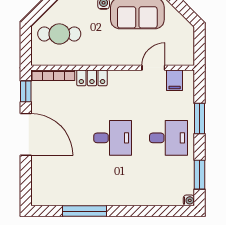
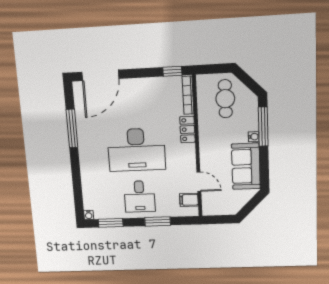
door: (26, 134) -> (100, 75), moved
desk: (113, 138) -> (136, 150), width x1.87, depth x1.30

